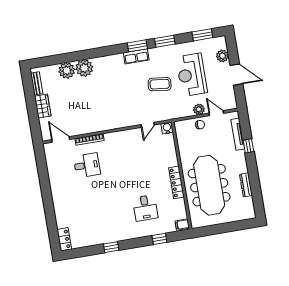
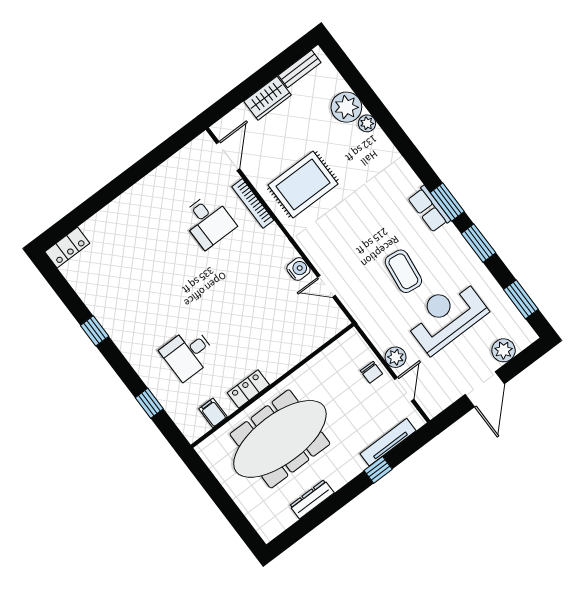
plant: (84, 68) -> (367, 123), width x0.53, depth x0.53
rug: (93, 111) -> (303, 185), added
water cooler: (167, 128) -> (298, 269), moved
locker: (176, 182) -> (248, 389), width x0.66
filing cabinet: (182, 225) -> (213, 413), moved

